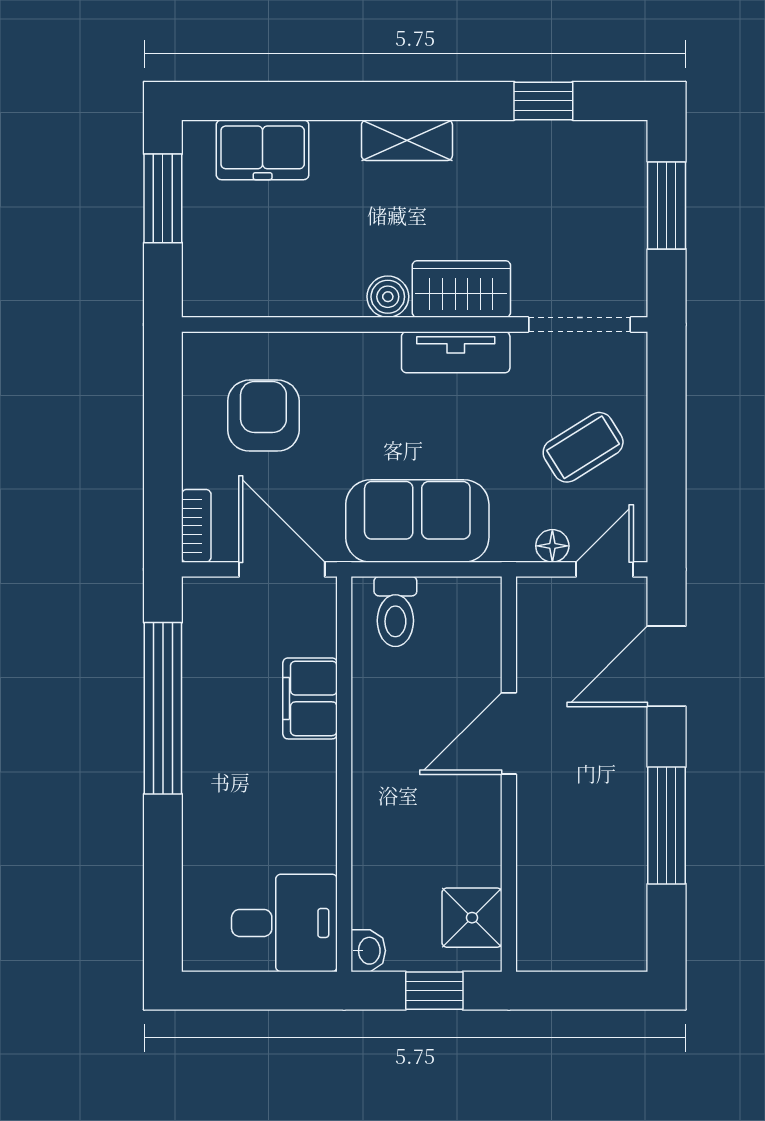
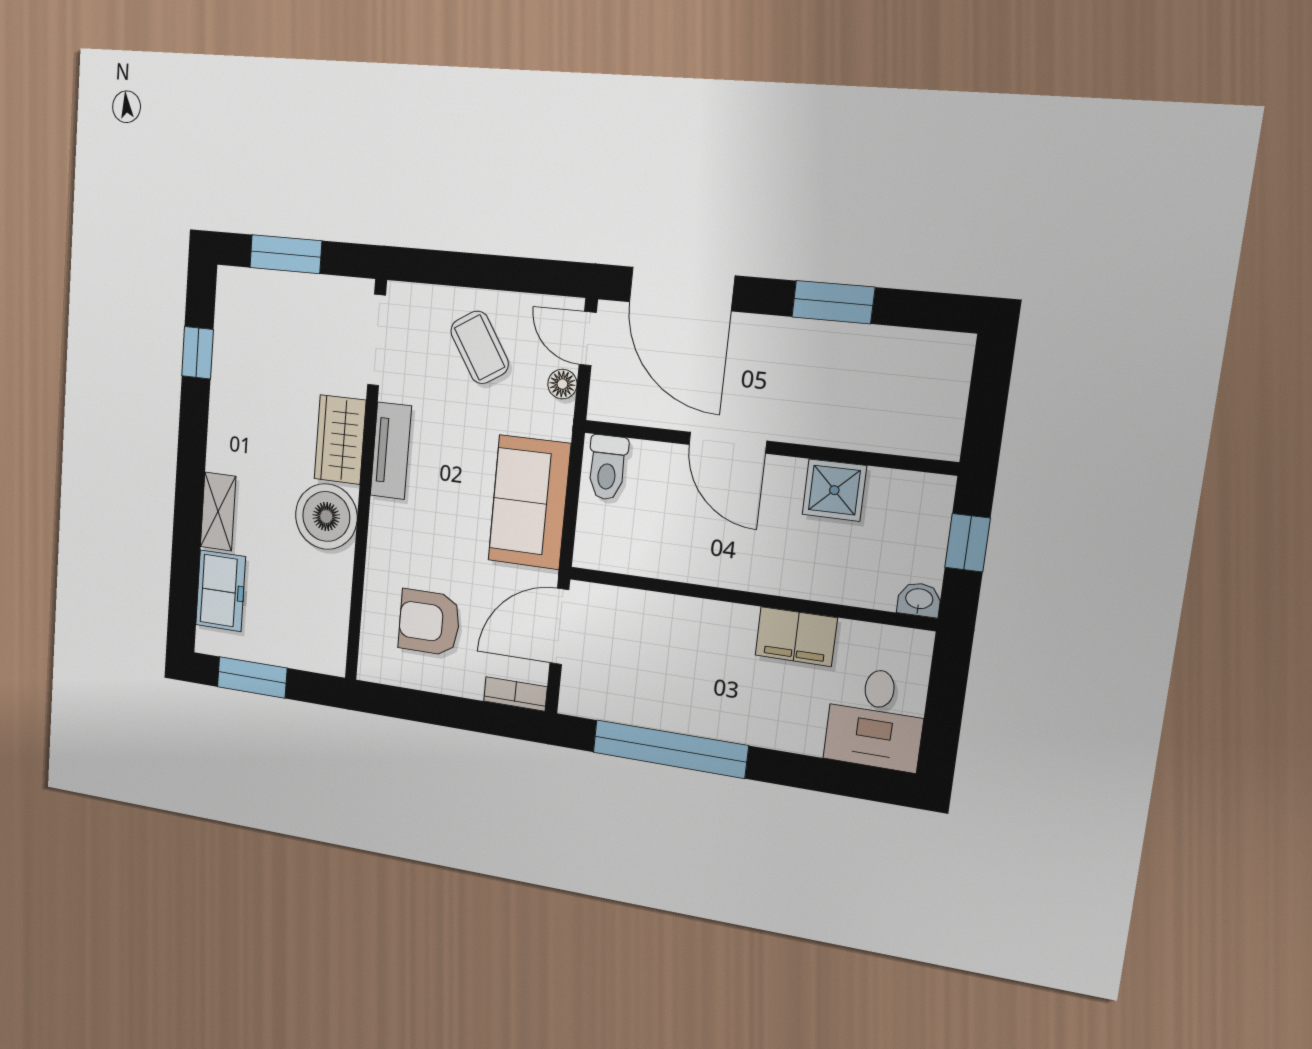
shelving: (407, 140) -> (218, 512), moved
boiler: (388, 297) -> (326, 517), width x1.86, depth x1.86
toilet: (395, 612) -> (607, 468), moved, turned 90
door: (667, 666) -> (682, 289), width x1.36
filing cabinet: (310, 698) -> (796, 637), moved
window: (667, 825) -> (833, 302), width x0.69
shower: (472, 918) -> (834, 490), moved
desk: (284, 923) -> (876, 719), moved, turned 180

